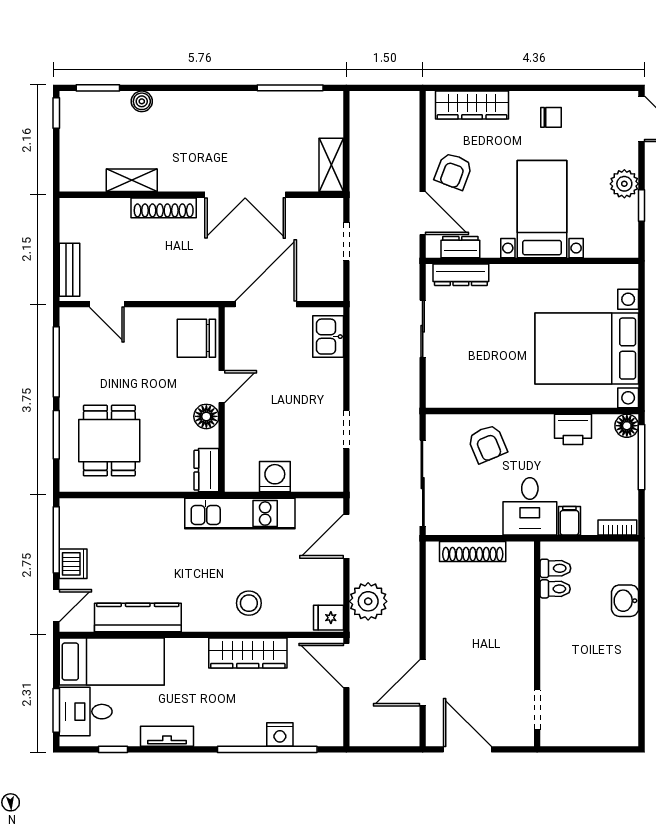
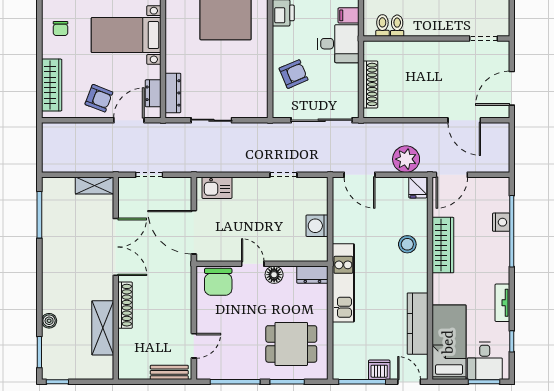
chair: (551, 117) -> (61, 29), turned 180
shelving: (132, 180) -> (103, 328), width x1.50, depth x1.33
kitchen unit: (240, 514) -> (343, 283), moved

